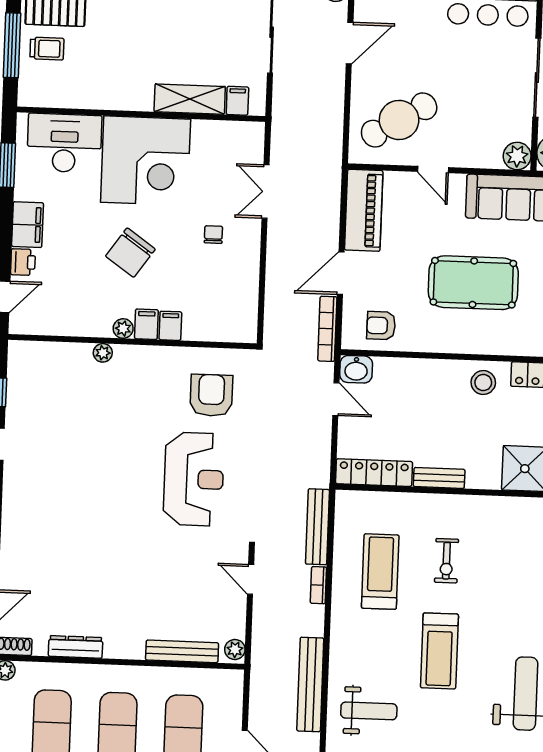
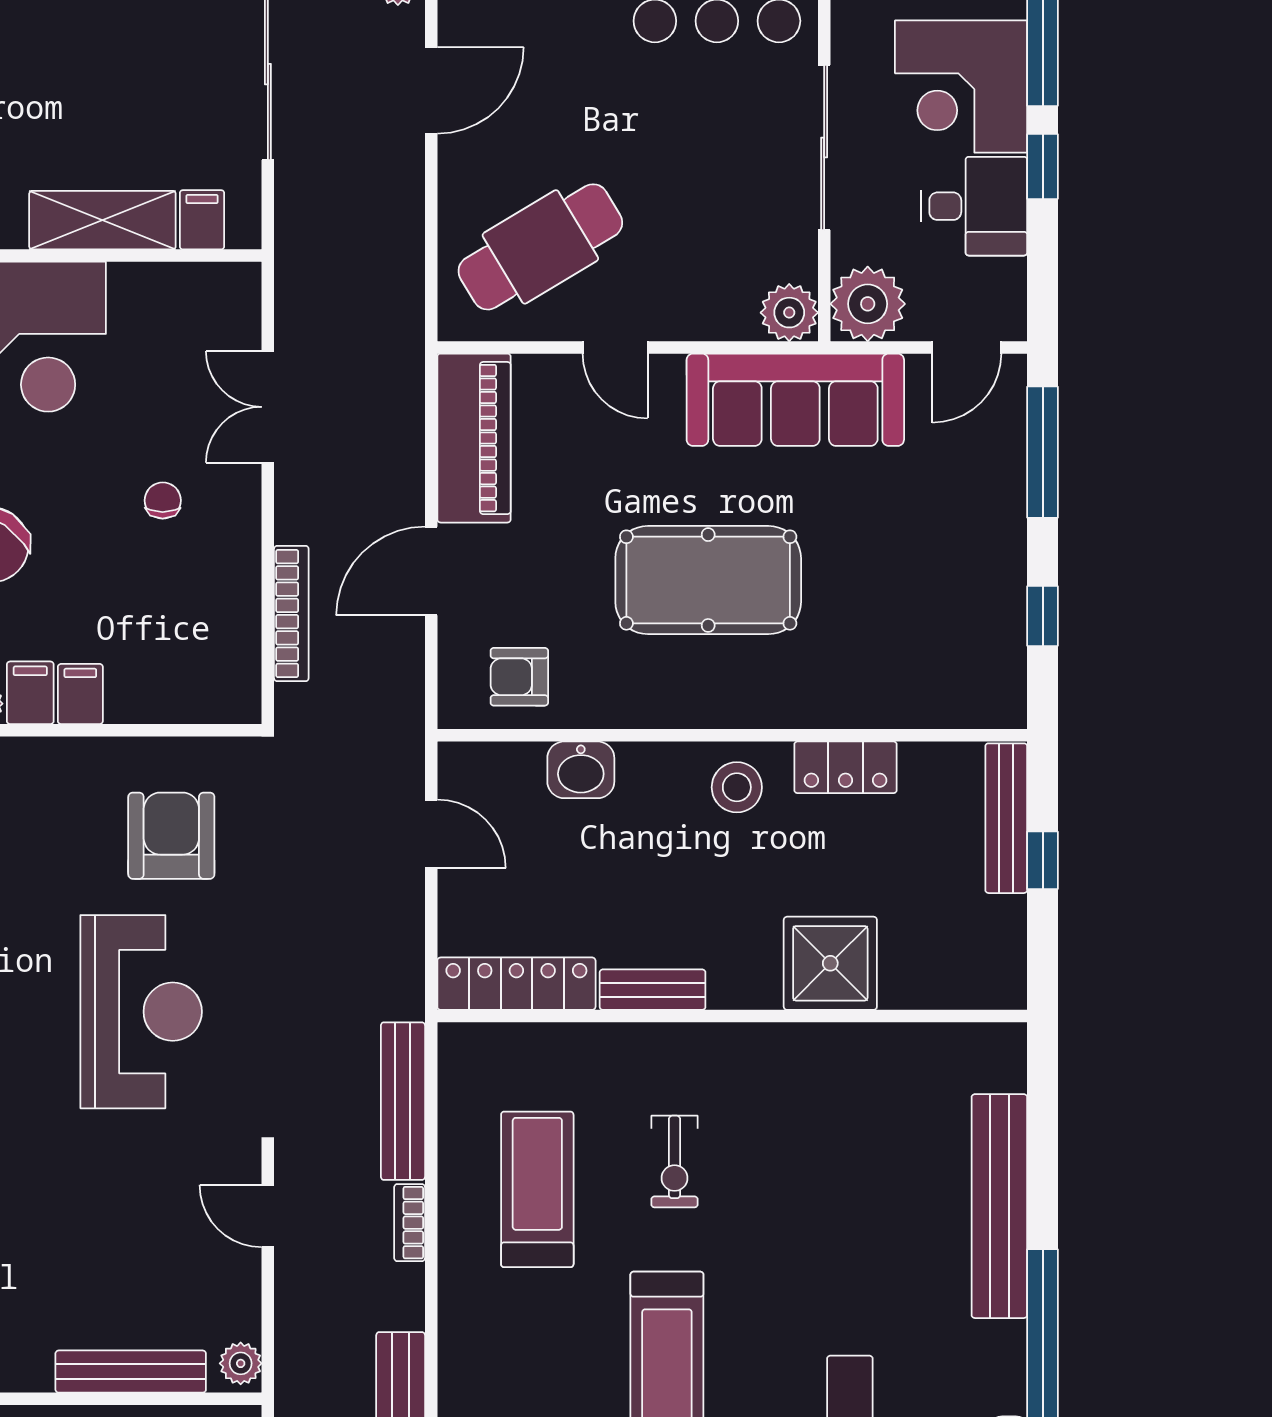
bookcase: (327, 329) -> (291, 614), moved, turned 180
washbasin: (356, 369) -> (581, 770), moved

